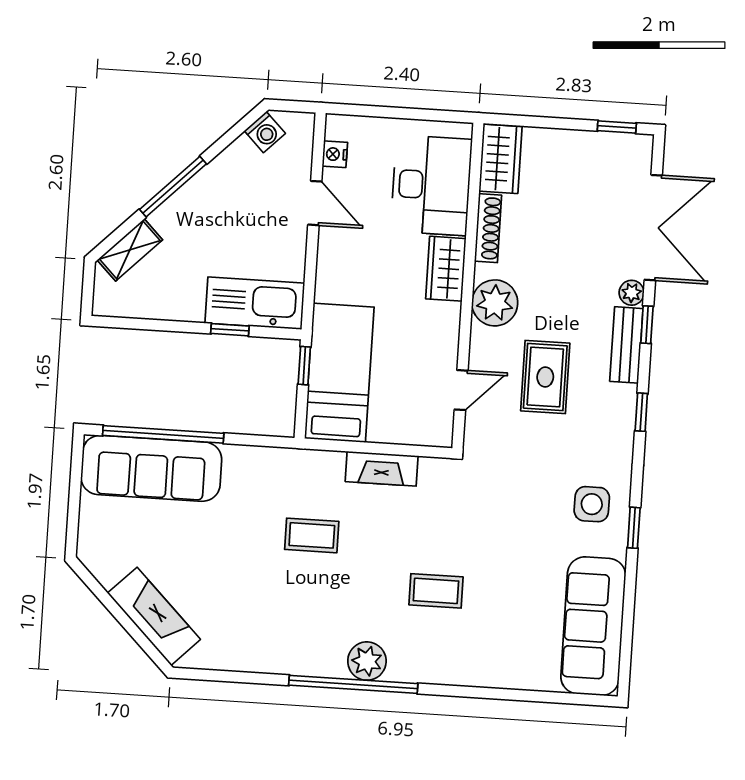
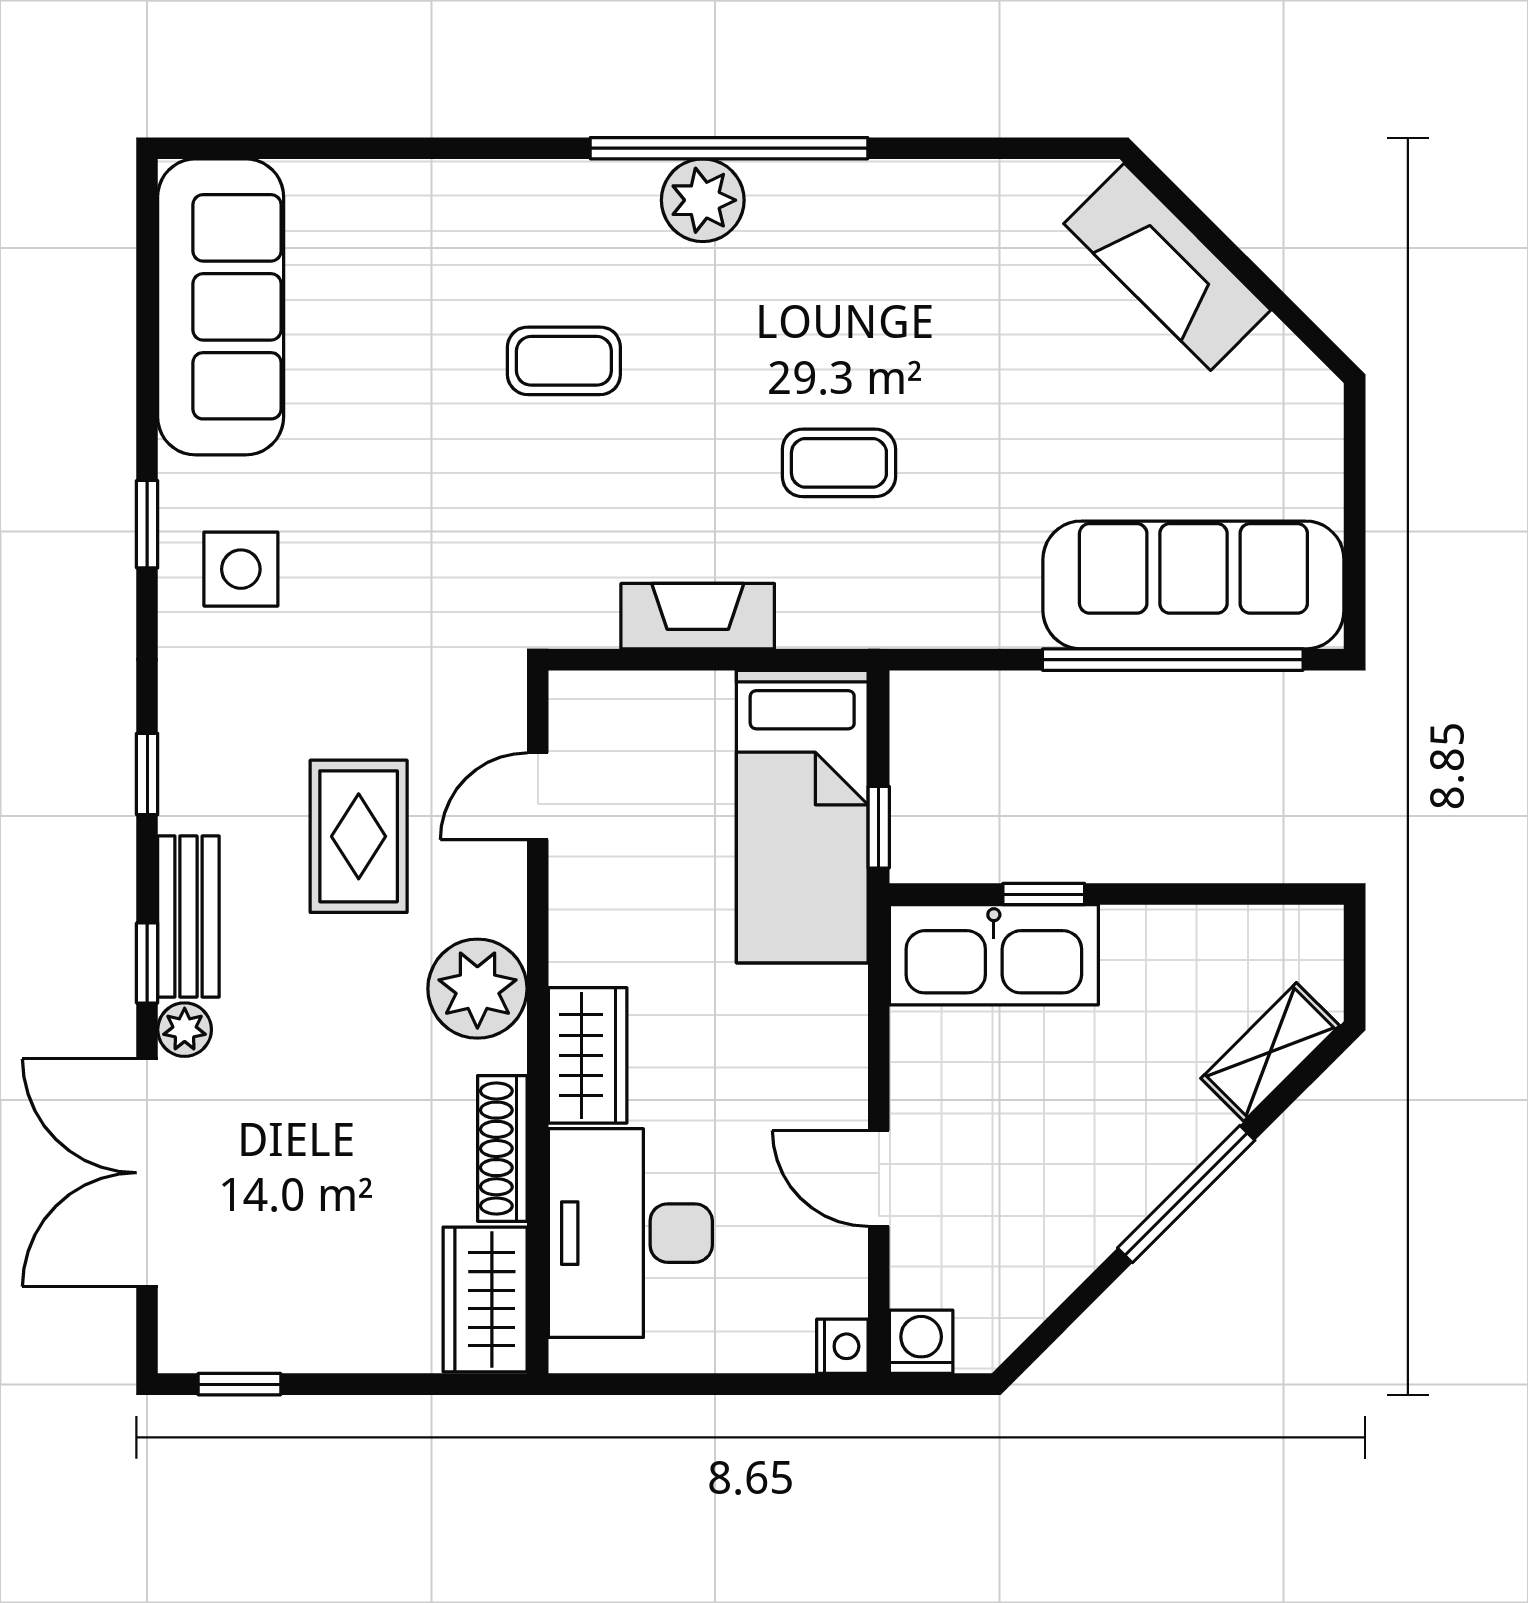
washing machine: (265, 132) -> (921, 1342), moved, turned 45
nightstand: (335, 154) -> (842, 1346), moved

